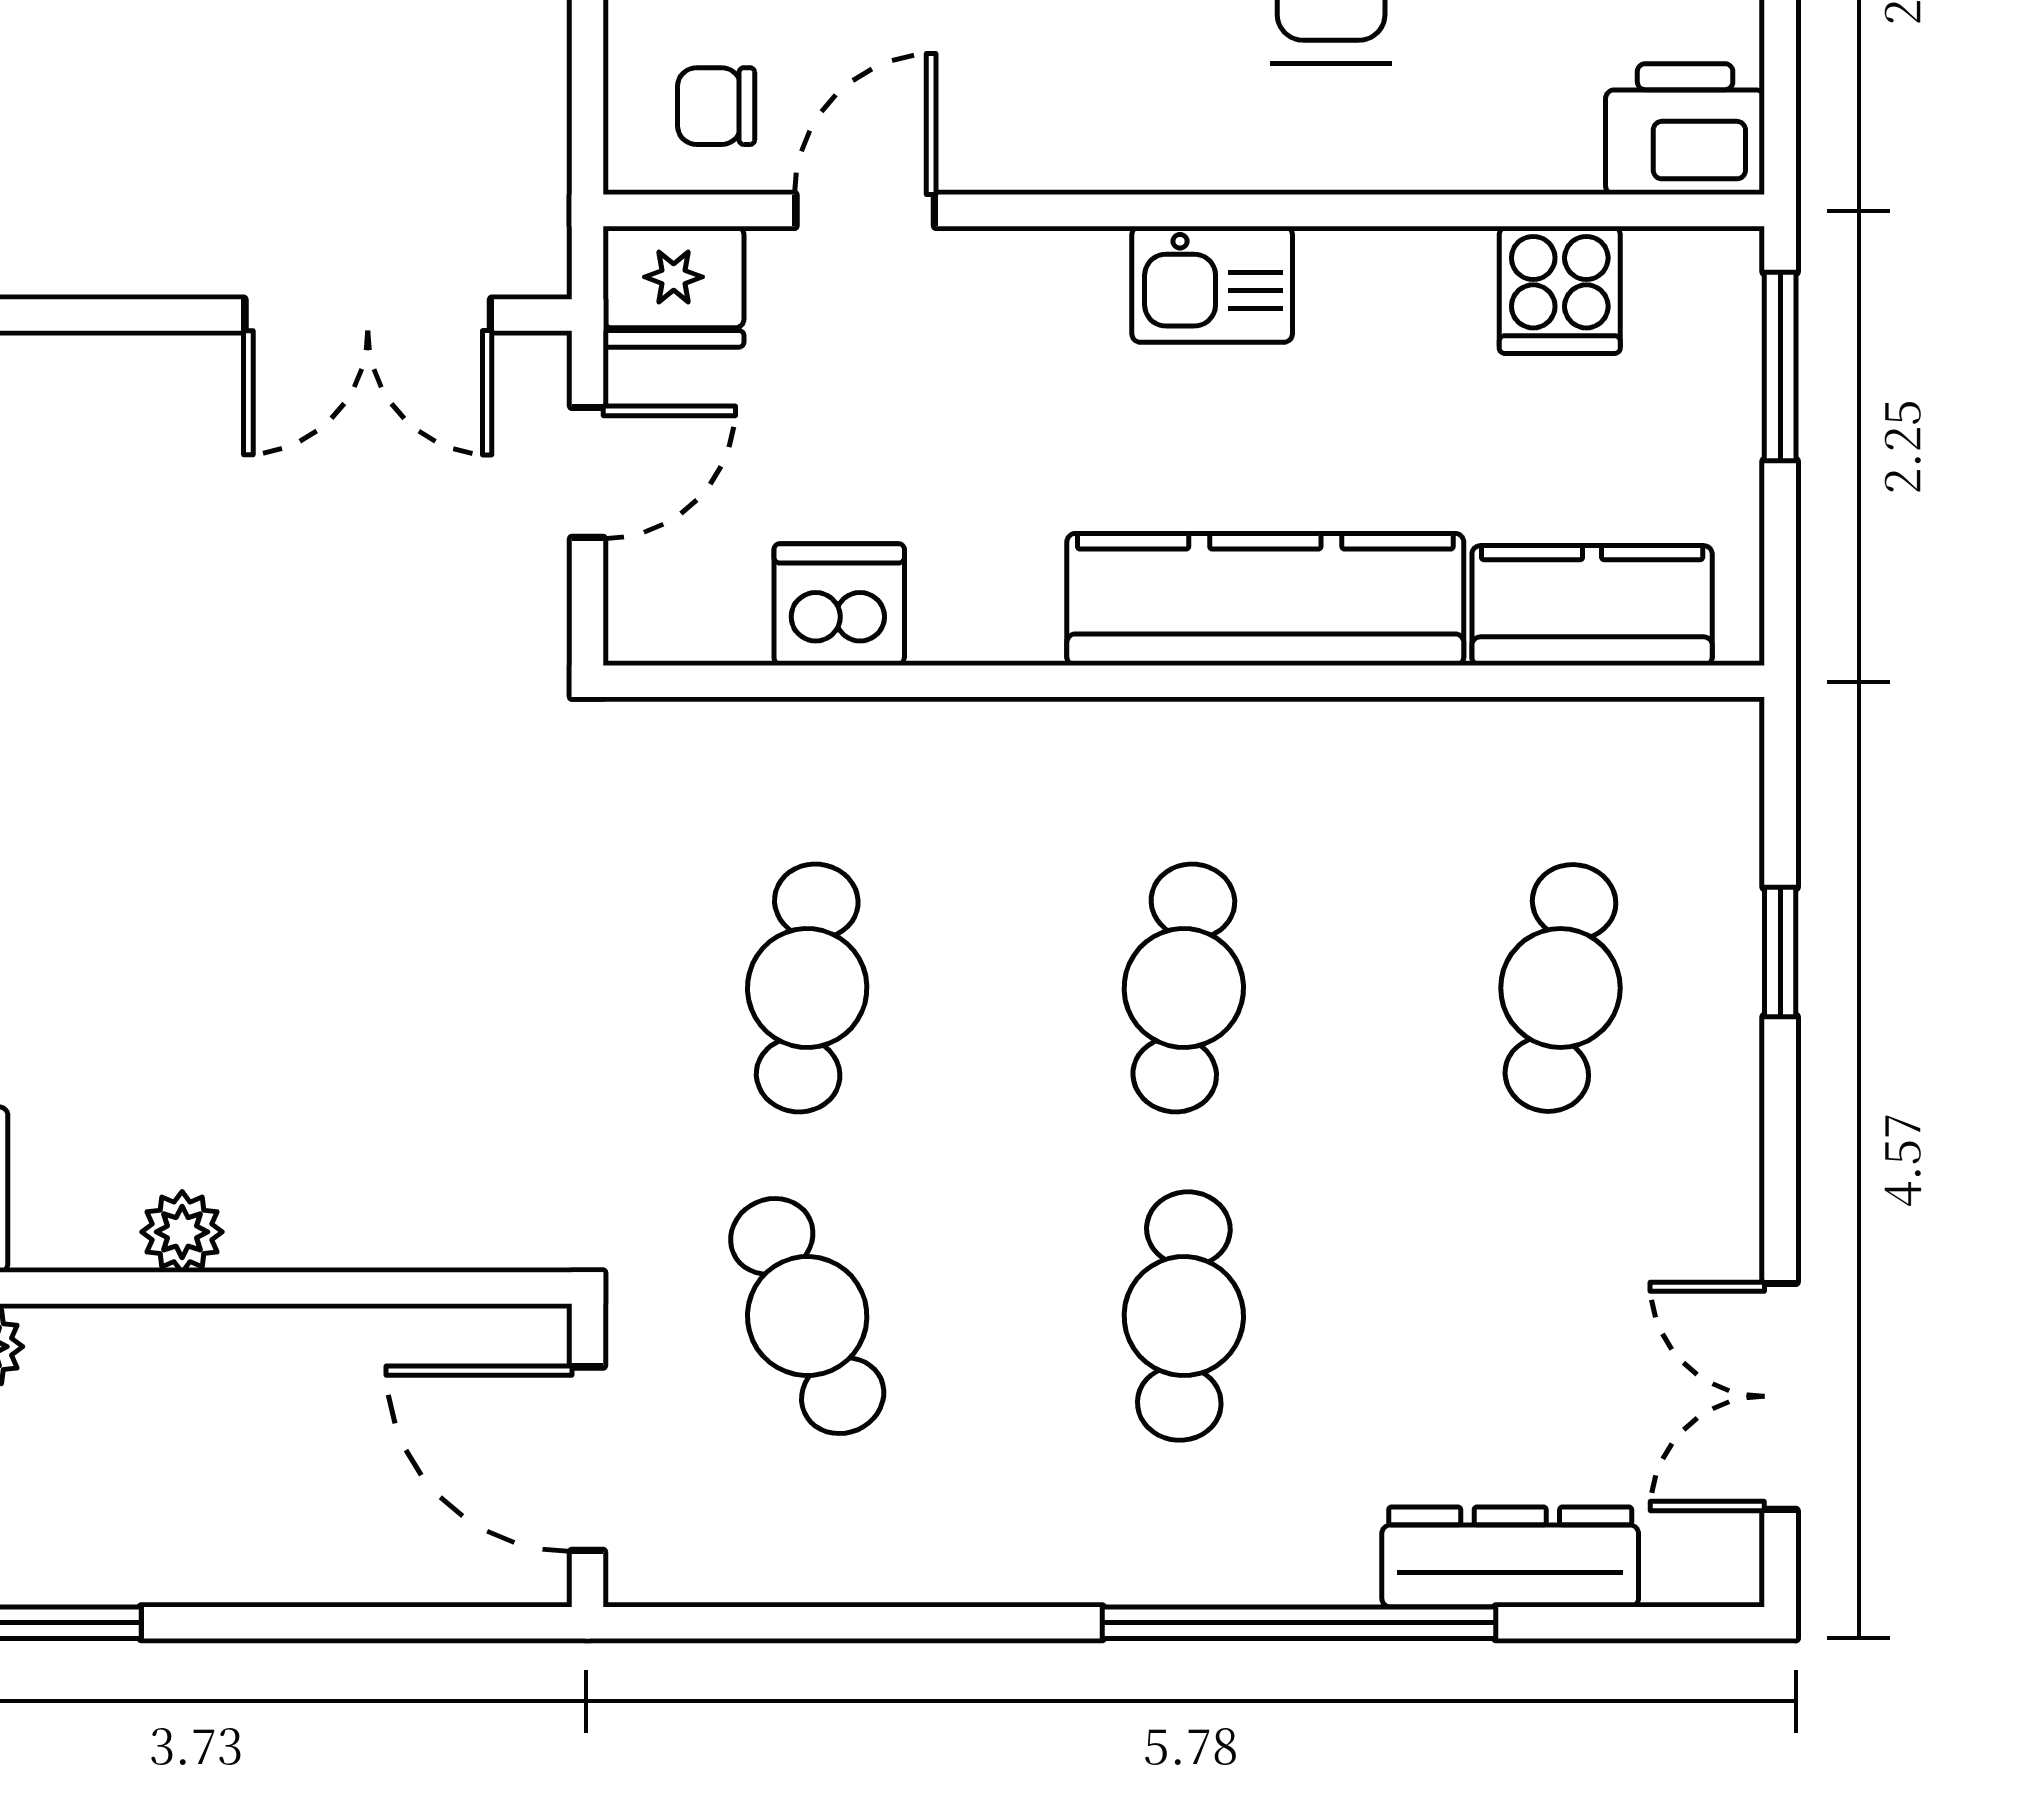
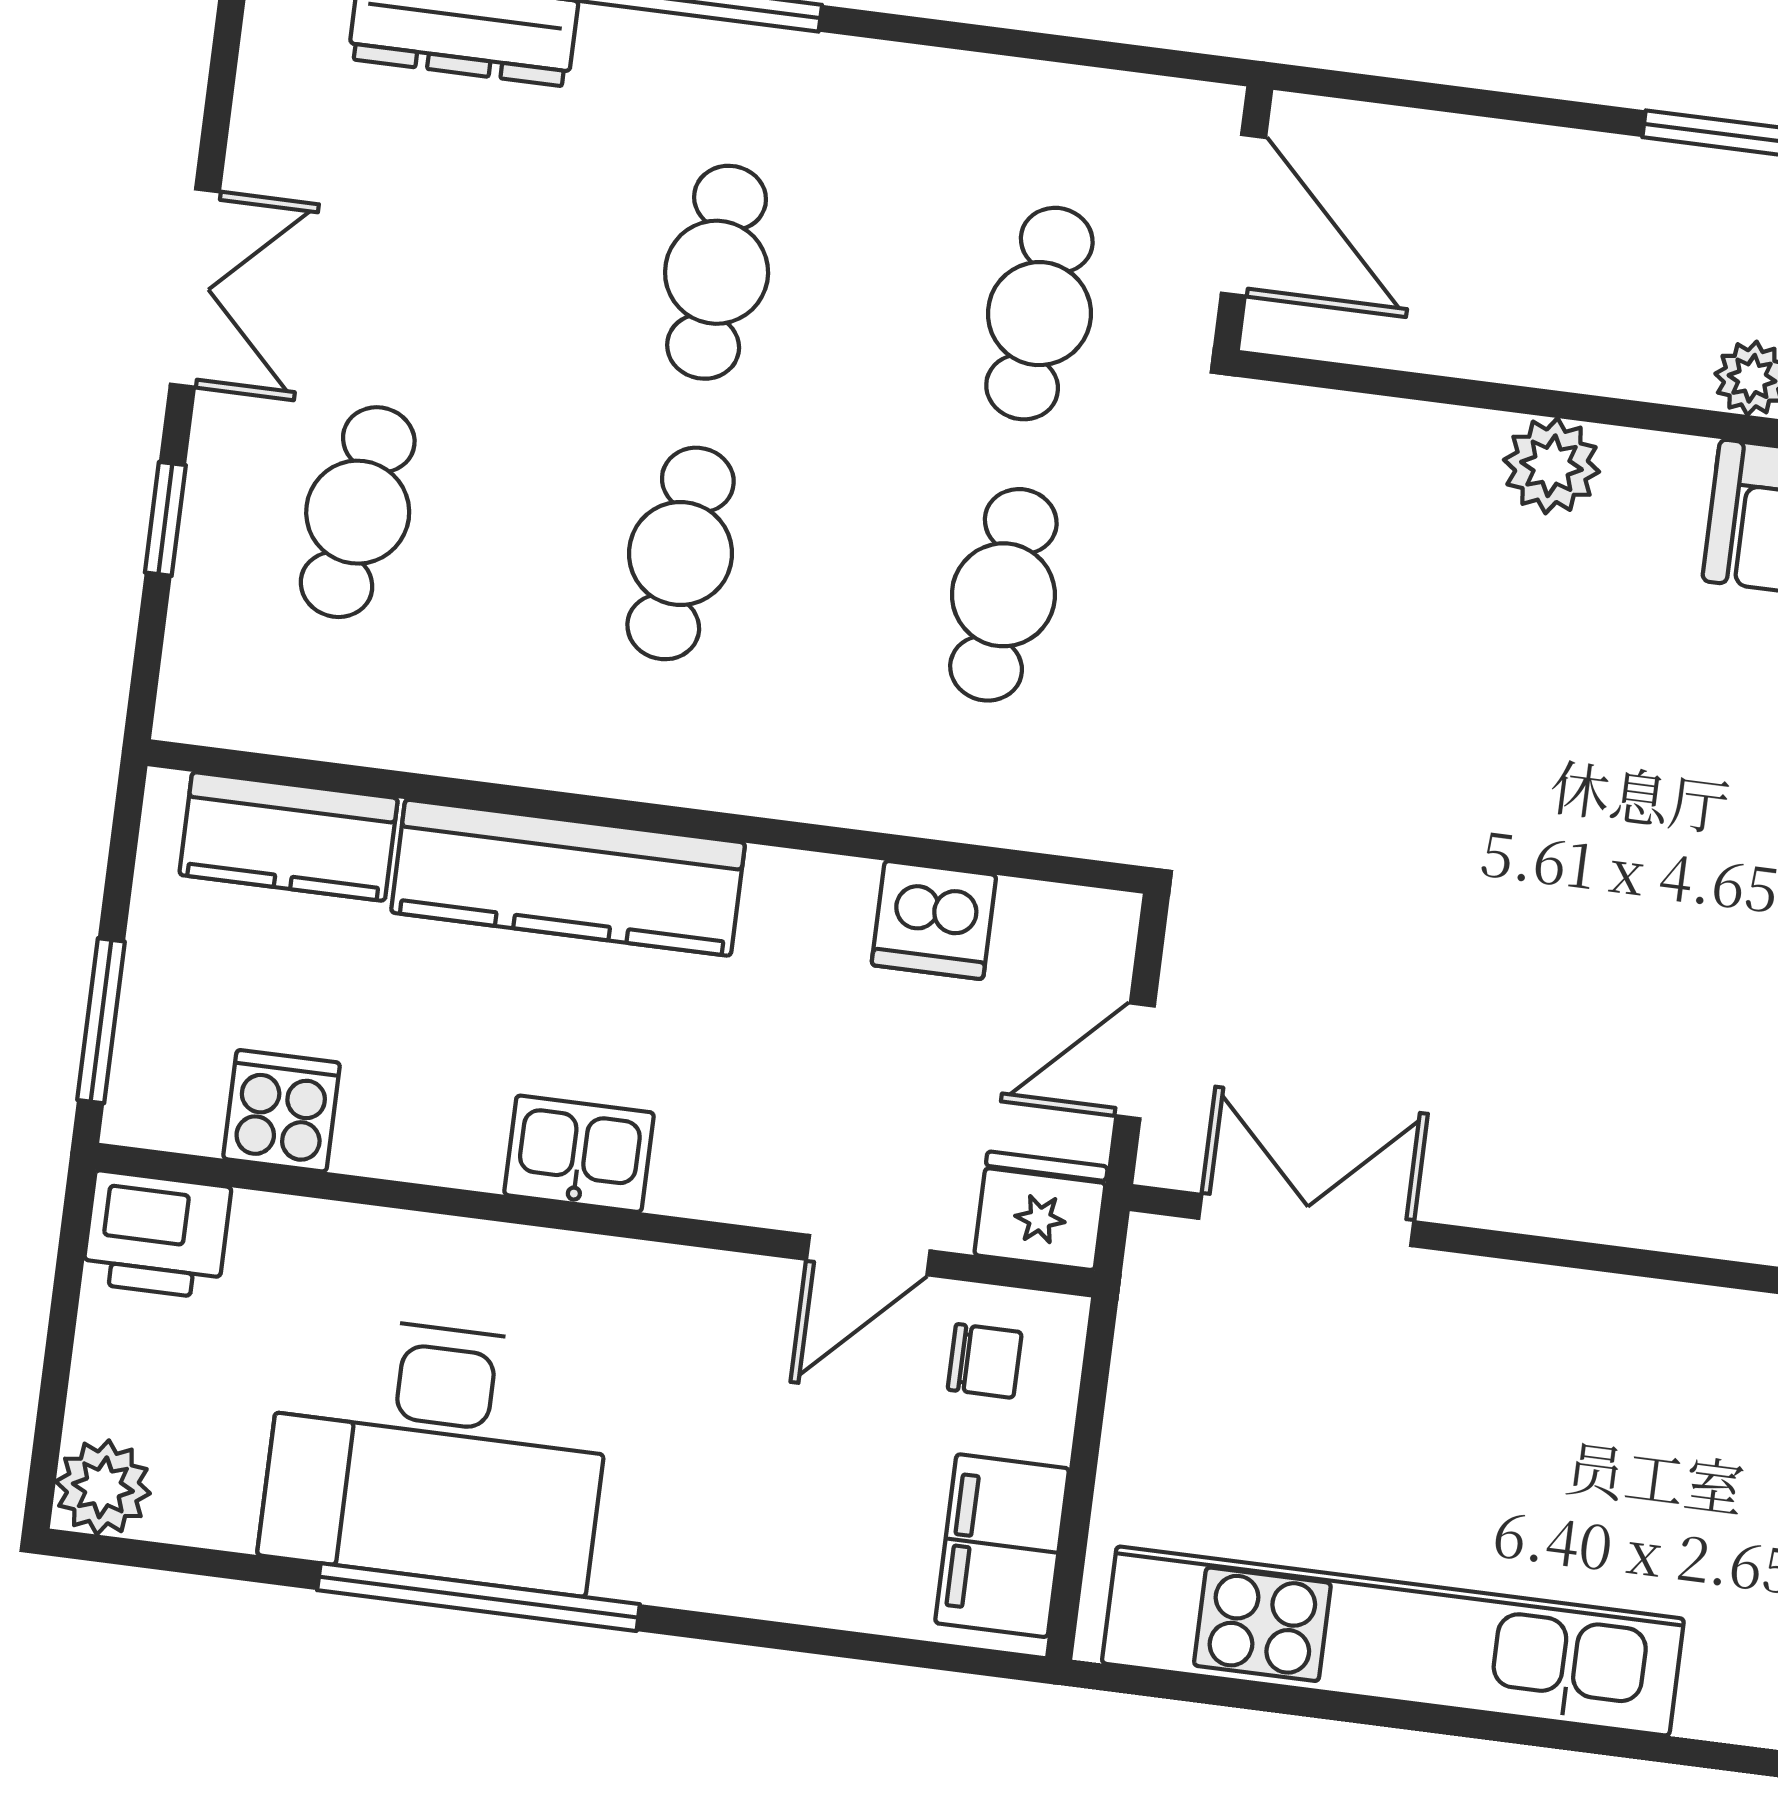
plant: (182, 1232) -> (1551, 466), width x1.38, depth x1.38
cafe table: (807, 1316) -> (1039, 314), turned 30
double door: (1780, 1396) -> (195, 288), moved

